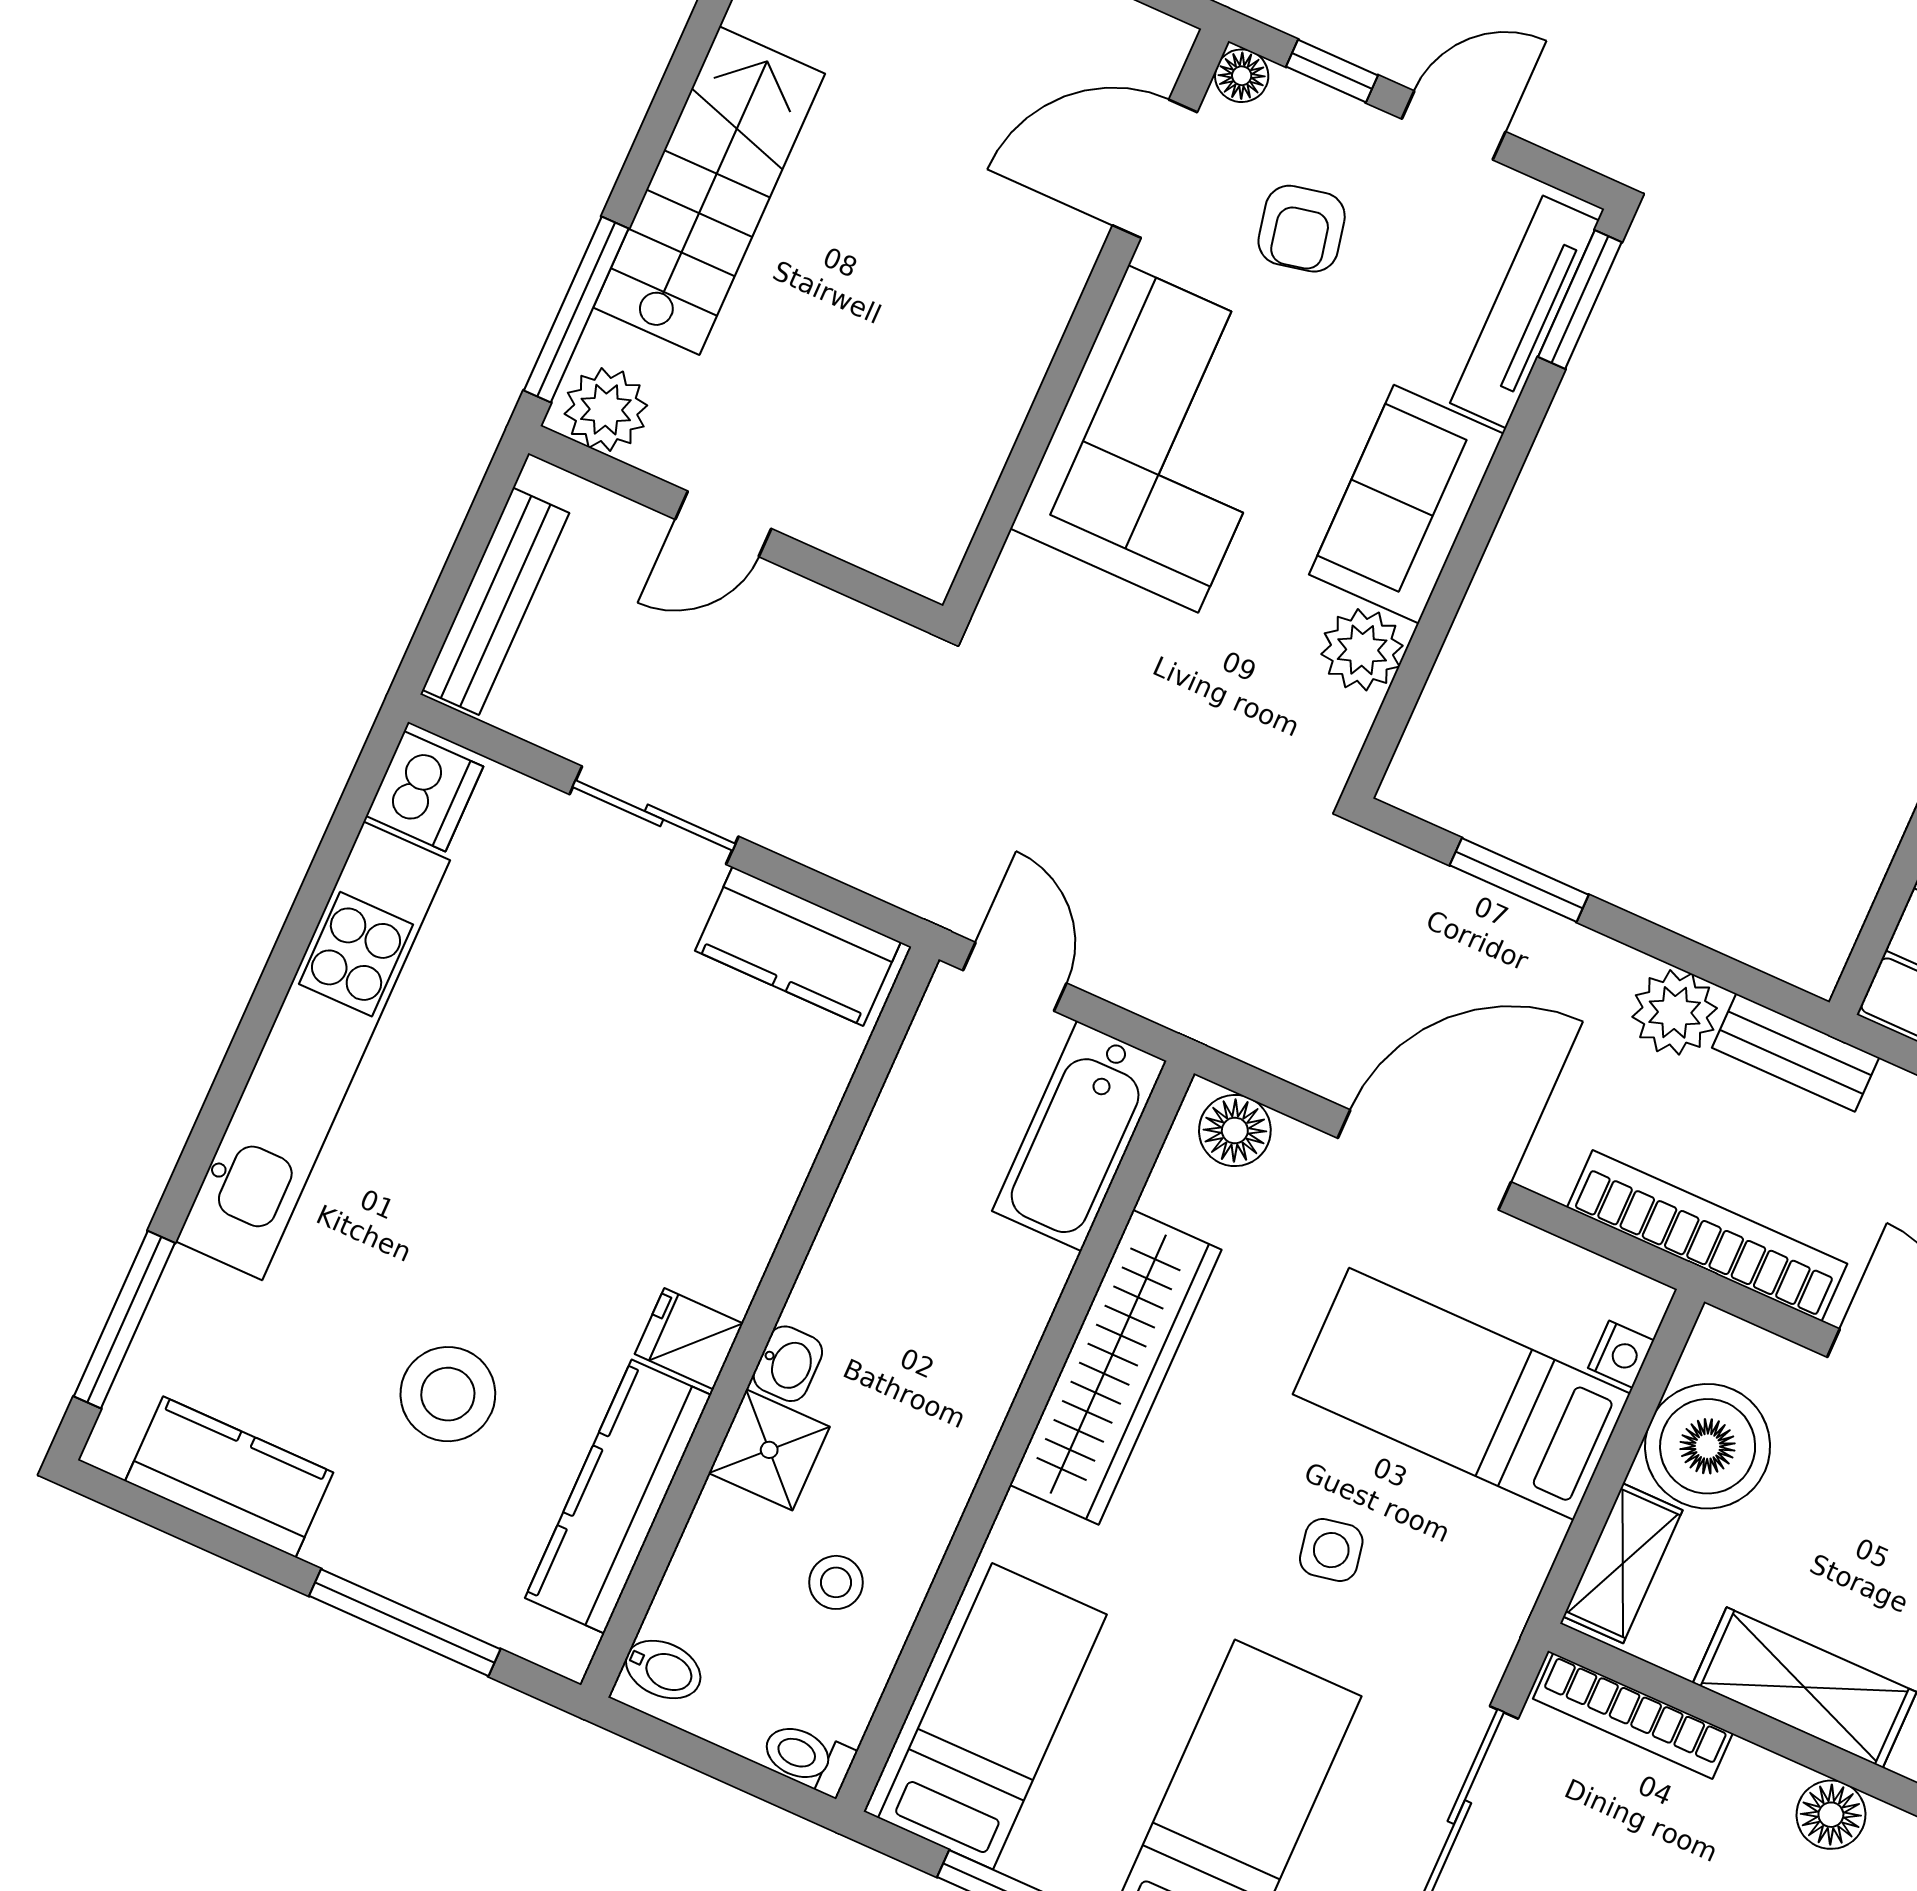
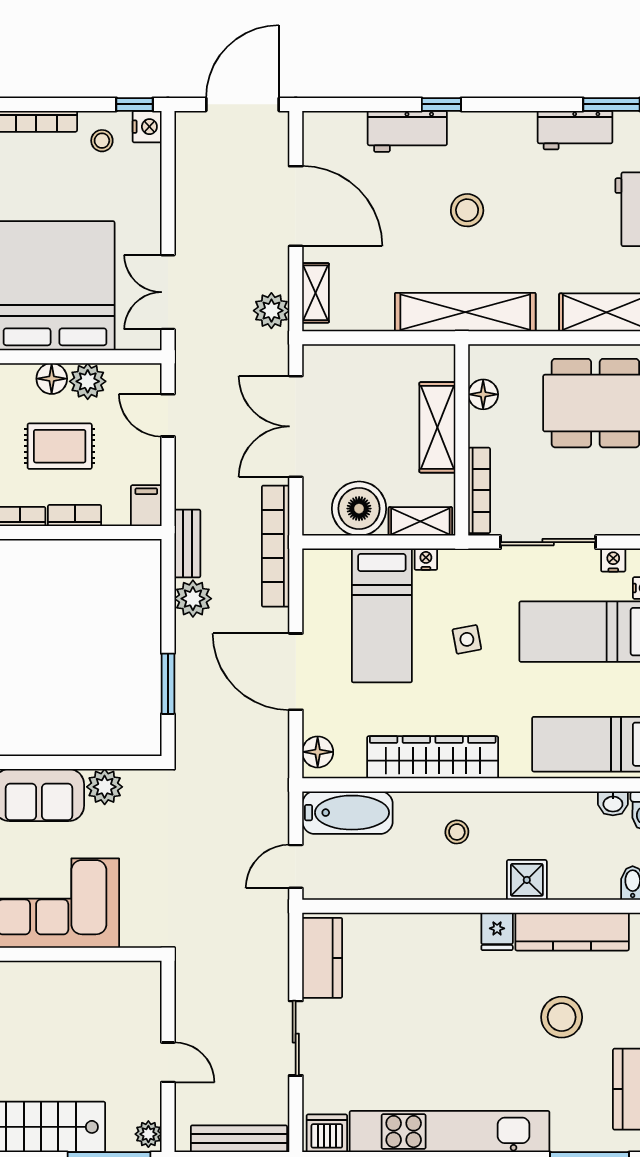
plant: (606, 410) -> (148, 1134), width x0.73, depth x0.73
nightstand: (1621, 1354) -> (426, 559), moved
washbasin: (788, 1364) -> (613, 803), moved, turned 180
stool: (836, 1582) -> (457, 832), moved

